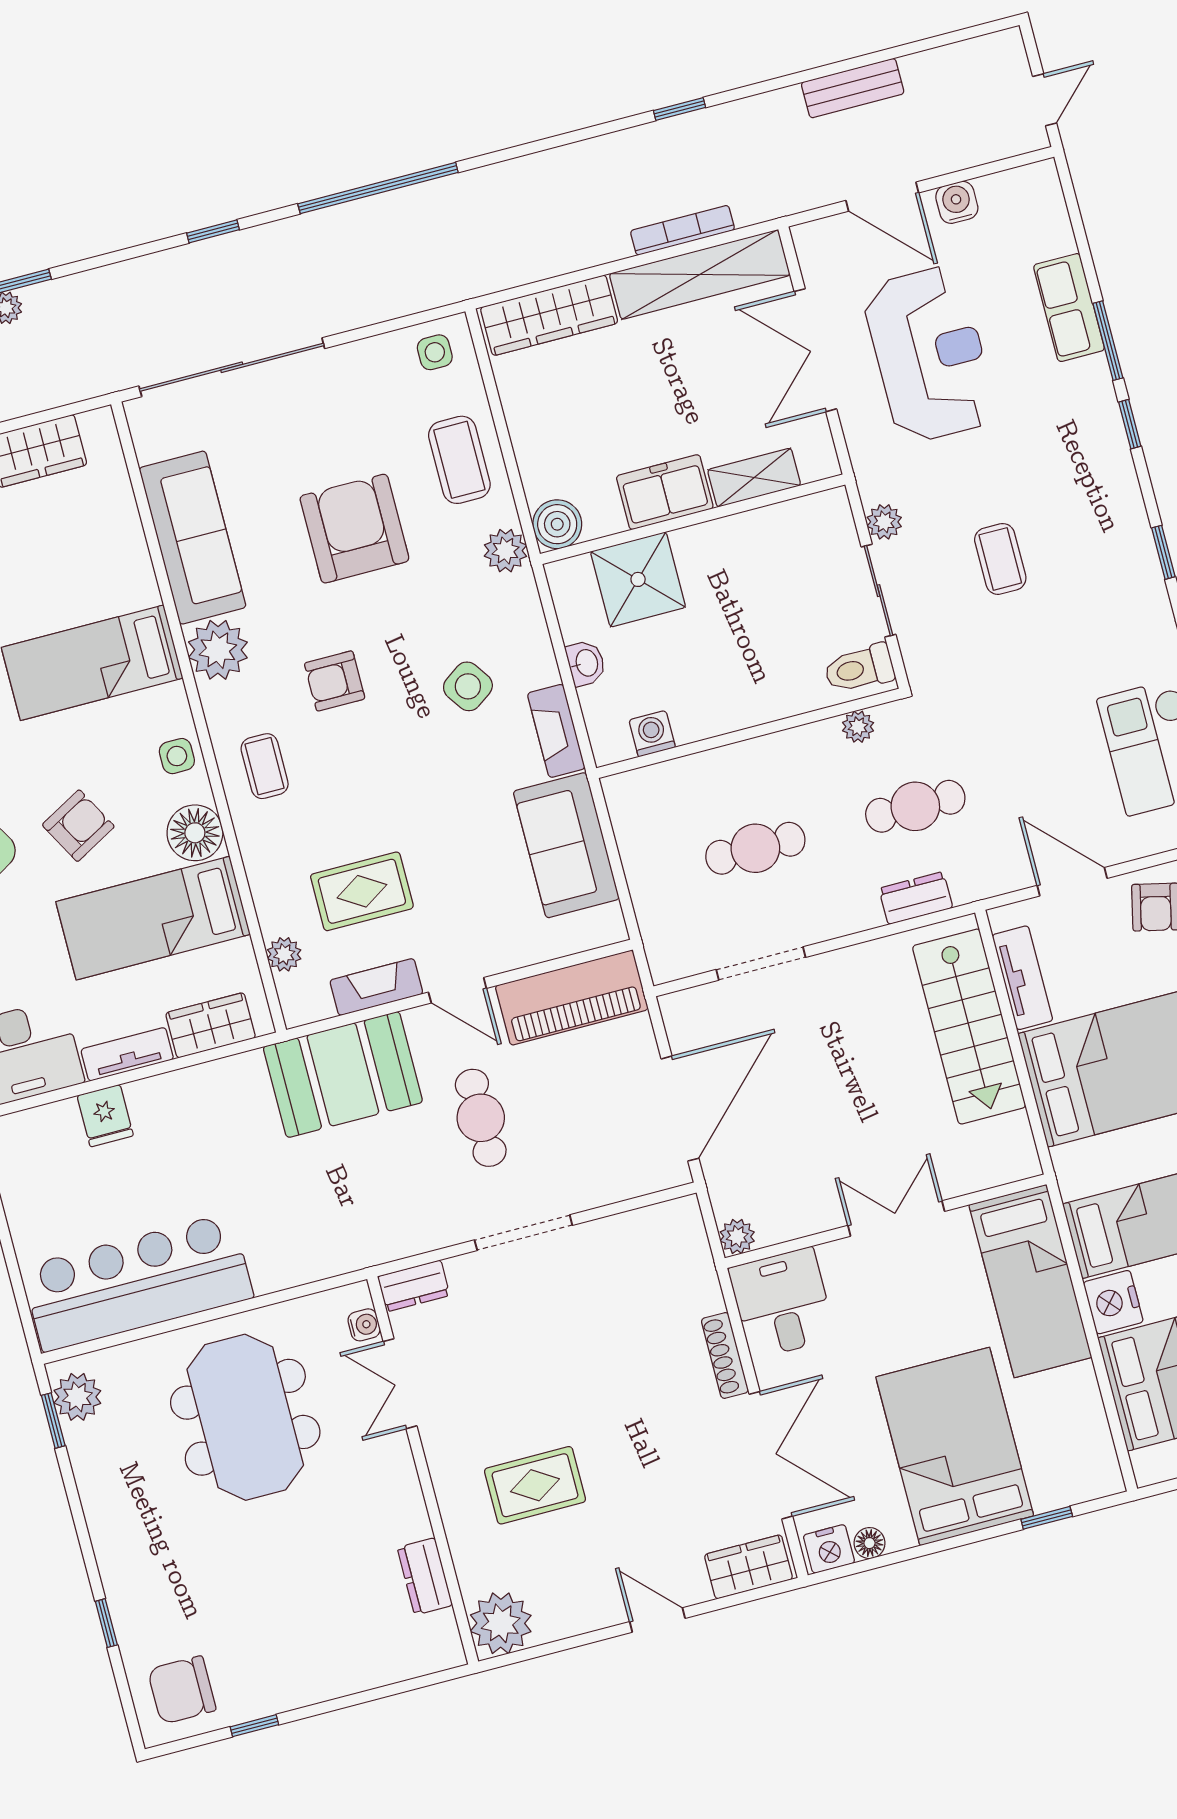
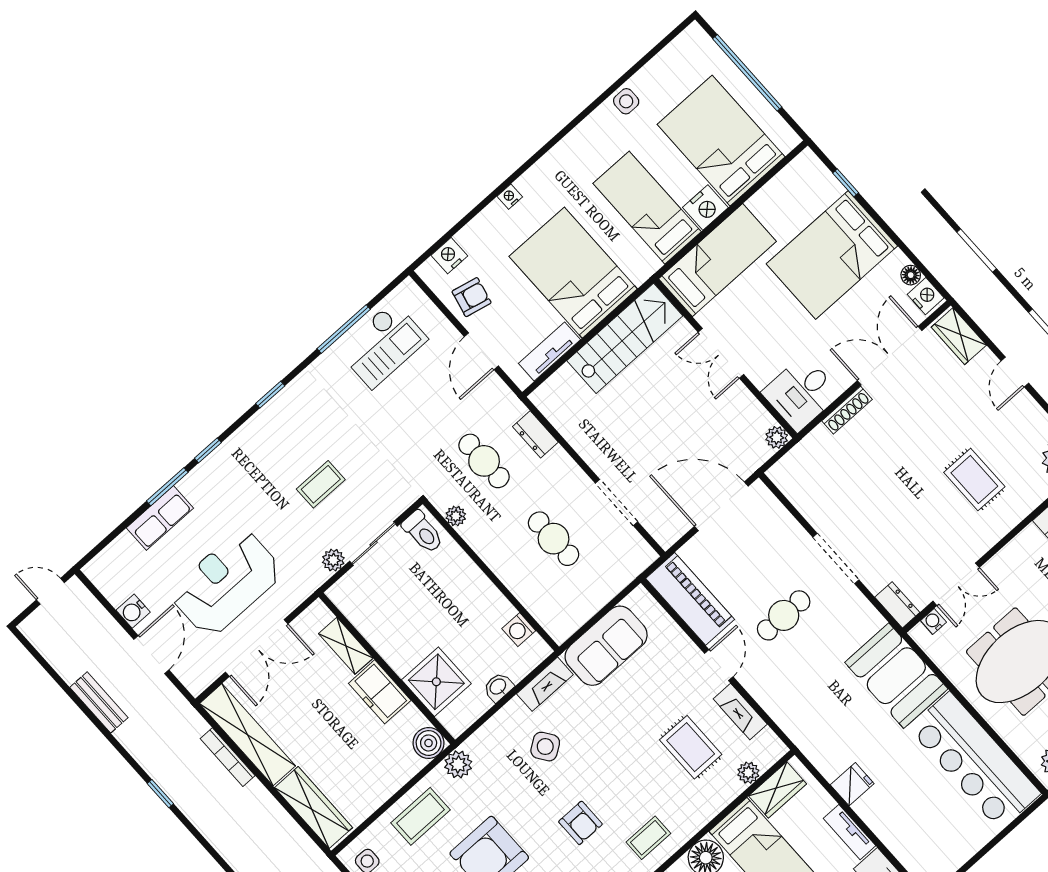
wardrobe: (211, 1025) -> (778, 790), moved, turned -90
stairs: (969, 1027) -> (625, 338), moved
booth: (343, 1074) -> (896, 676), moved
fridge: (105, 1116) -> (852, 784), moved

